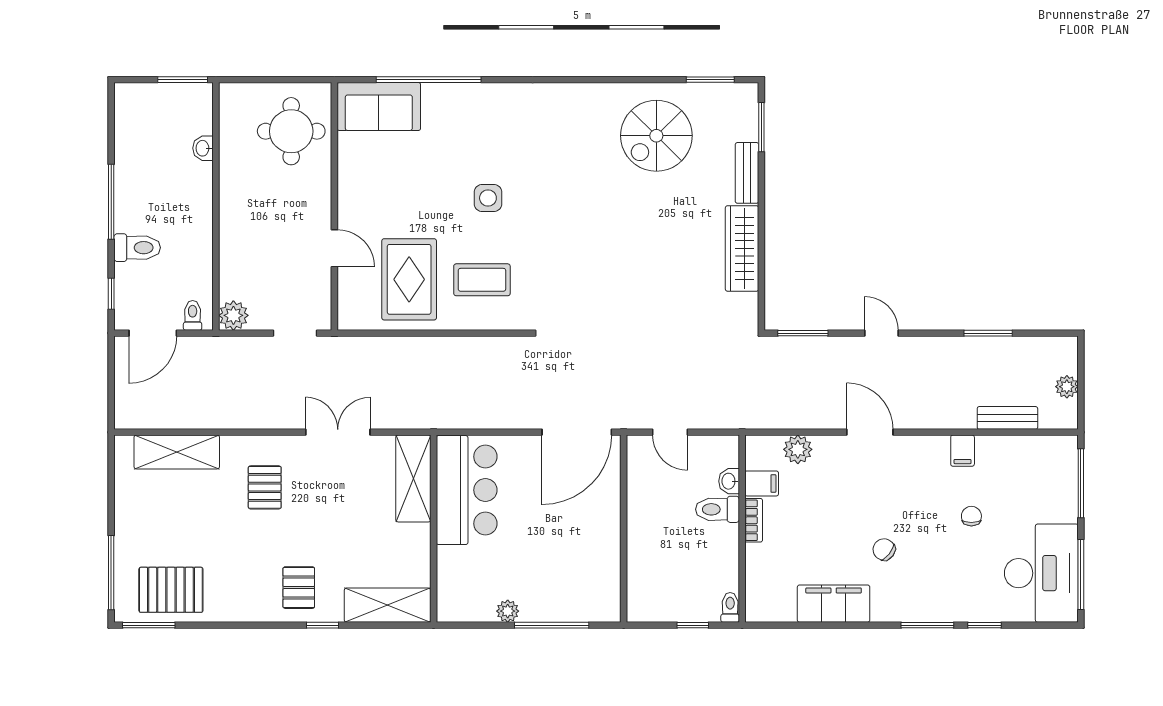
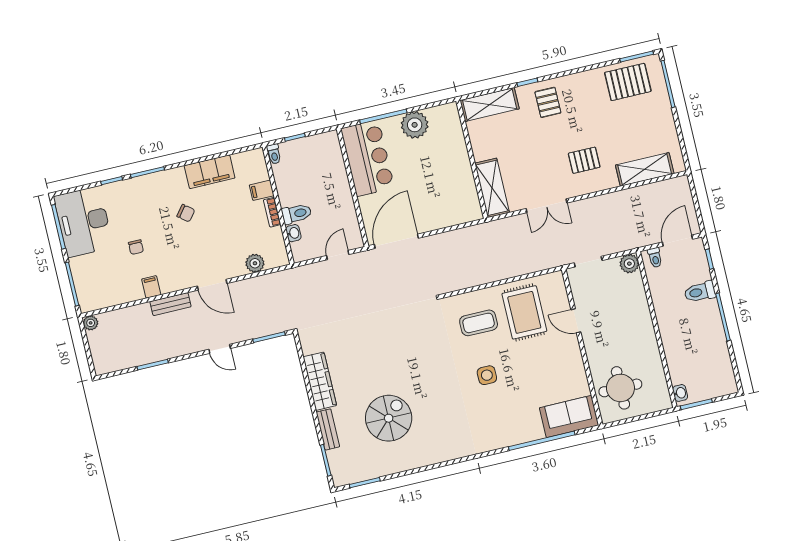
spiral stairs: (656, 136) -> (389, 418), moved
washbasin: (203, 148) -> (680, 393), moved
plant: (1067, 387) -> (91, 323), moved
bench: (1007, 418) -> (171, 304), moved
door: (670, 432) -> (338, 255), hinge flipped
filing cabinet: (762, 483) -> (262, 190), moved
pallet: (265, 487) -> (584, 160), turned 90
bar counter: (467, 490) -> (368, 158), moved, turned 180
plant: (508, 611) -> (415, 125), width x1.88, depth x1.88

